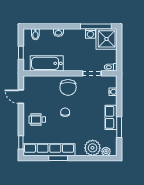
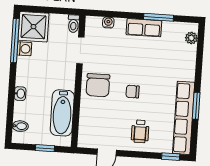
chair: (68, 87) -> (98, 85), turned 90
plant: (93, 148) -> (185, 56), removed

